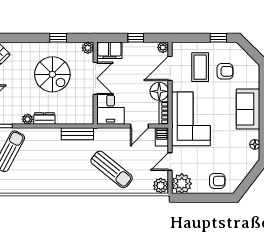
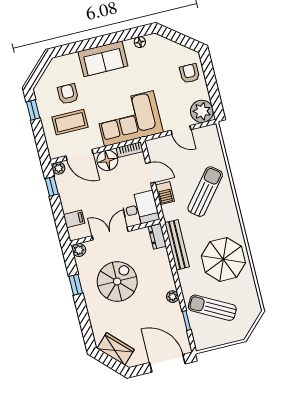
window: (136, 38) -> (52, 186), moved
filing cabinet: (109, 50) -> (74, 219), width x0.50
dresser: (44, 119) -> (157, 236), moved
bench: (77, 134) -> (177, 245), width x1.36
barbecue: (162, 137) -> (165, 193), moved, turned -90
parasol: (49, 171) -> (223, 259), added
plant: (161, 186) -> (210, 134), removed

